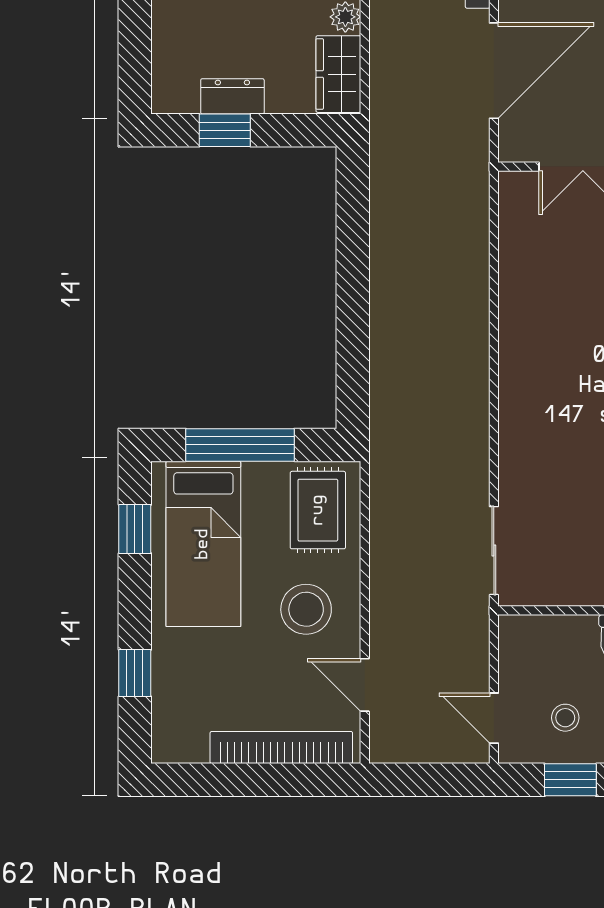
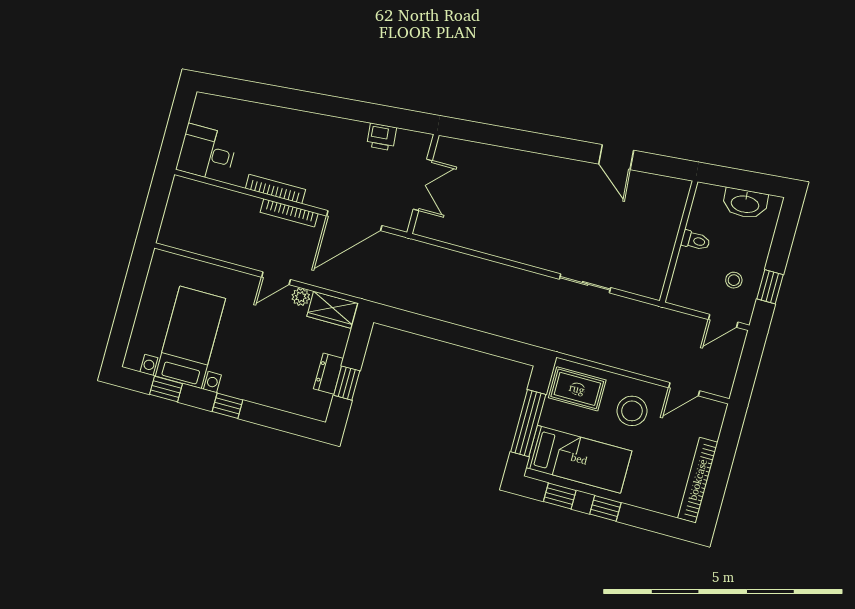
door: (494, 71) -> (354, 221), swing flipped
sliding door: (494, 551) -> (585, 283), moved
window: (135, 673) -> (605, 508), moved
bookcase: (281, 748) -> (698, 480), moved

